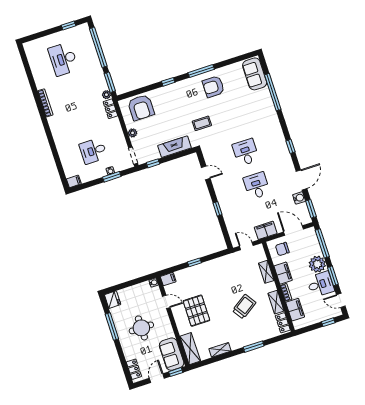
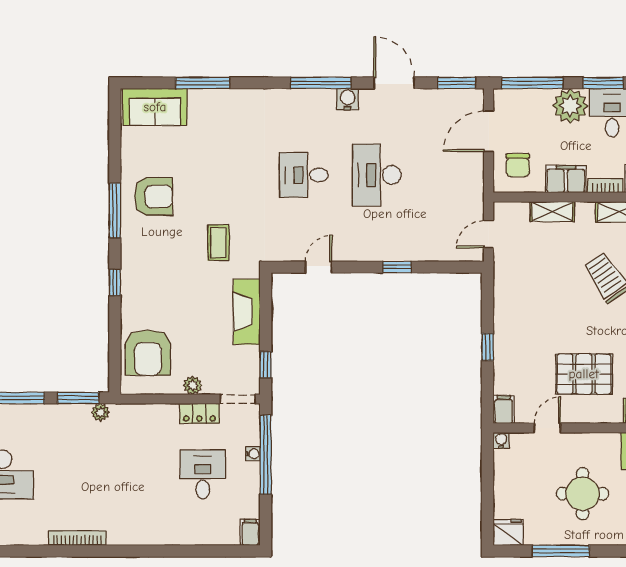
armchair: (213, 87) -> (153, 196), turned -90
window: (273, 92) -> (203, 83), width x0.68
armchair: (141, 107) -> (148, 353), turned 90
locker: (110, 109) -> (199, 413), moved
window: (290, 146) -> (321, 83), width x2.17
desk: (93, 151) -> (203, 474), turned 180
window: (112, 177) -> (266, 455), width x2.11
desk: (257, 186) -> (377, 175), width x1.37
water cooler: (299, 198) -> (348, 99), moved
filing cabinet: (266, 230) -> (470, 186), removed

